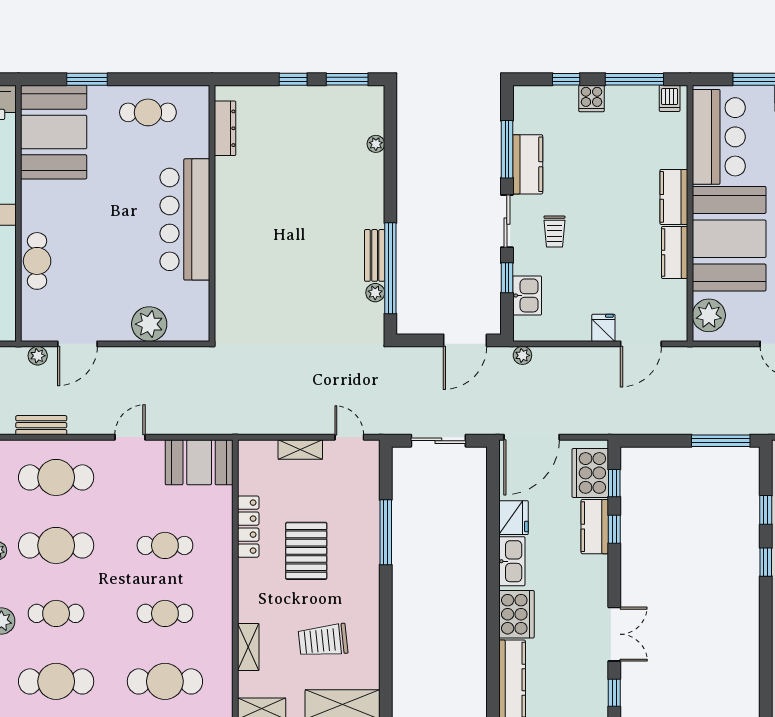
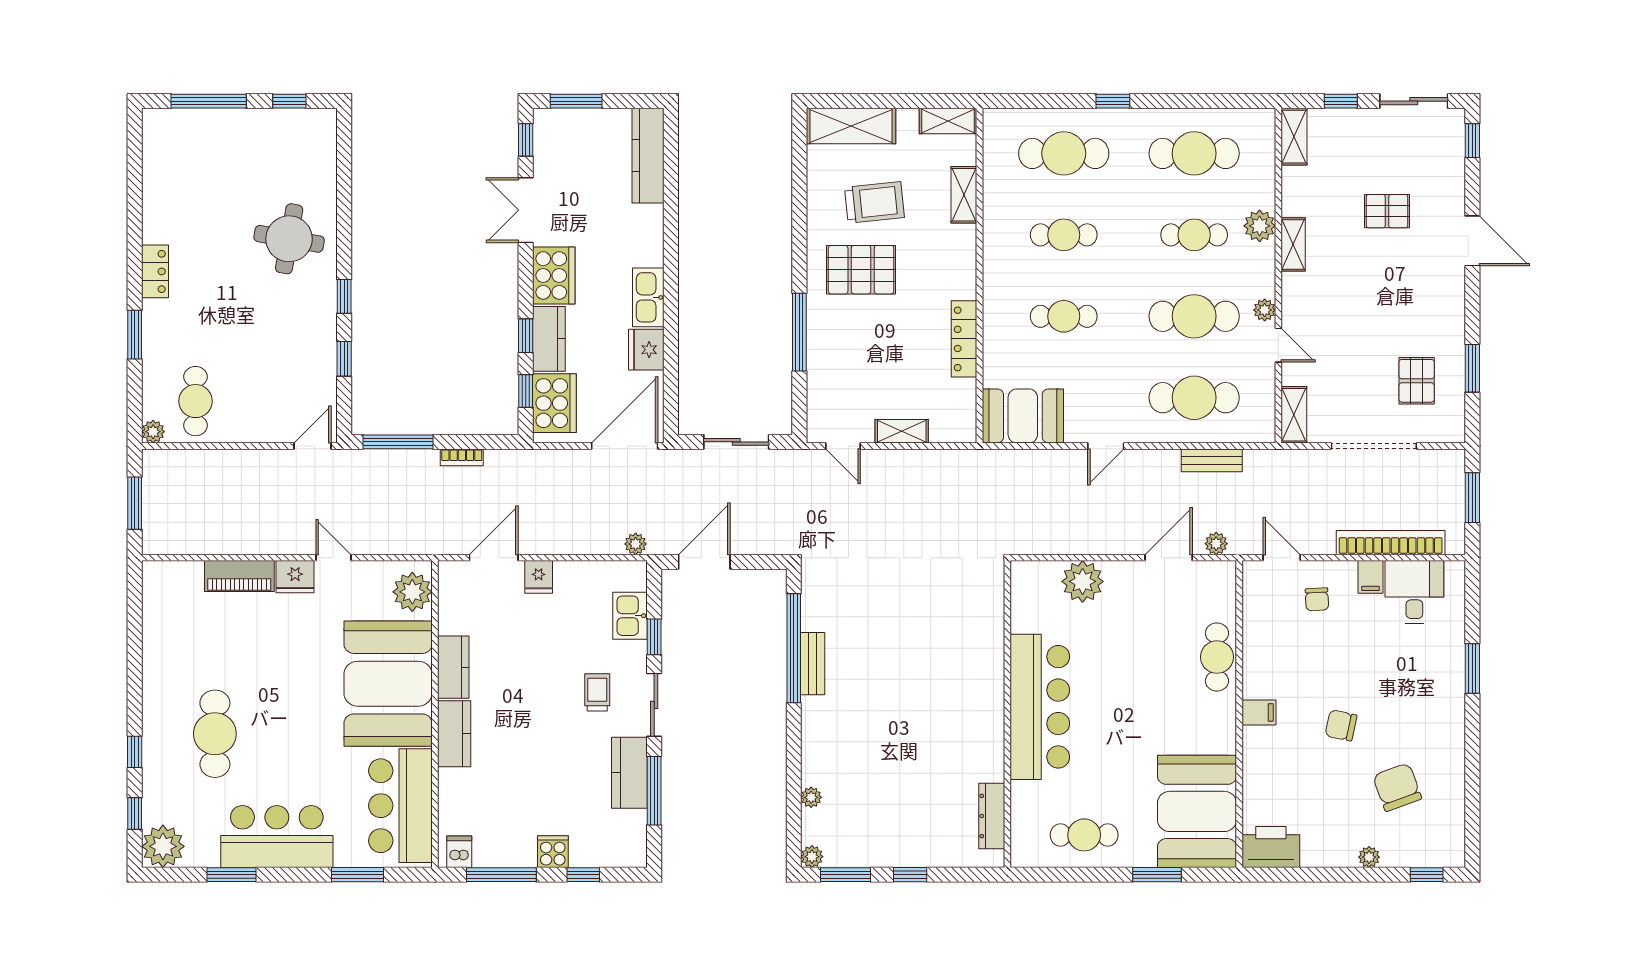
plant: (375, 293) -> (812, 857), moved
bookcase: (667, 428) -> (462, 457), added
pallet: (306, 551) -> (861, 270), moved, turned 90
cooker: (516, 614) -> (554, 275), moved, turned 180

